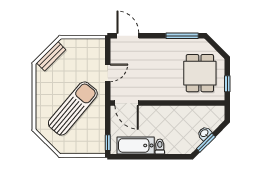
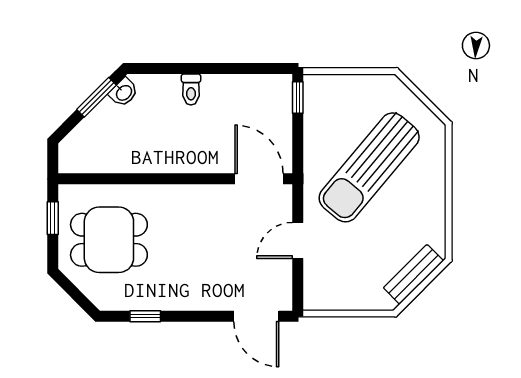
window: (182, 36) -> (145, 316), width x0.46
dining table: (200, 73) -> (109, 240), turned 90
washbasin: (204, 133) -> (124, 92), moved
bathtub: (136, 145) -> (240, 92), removed

